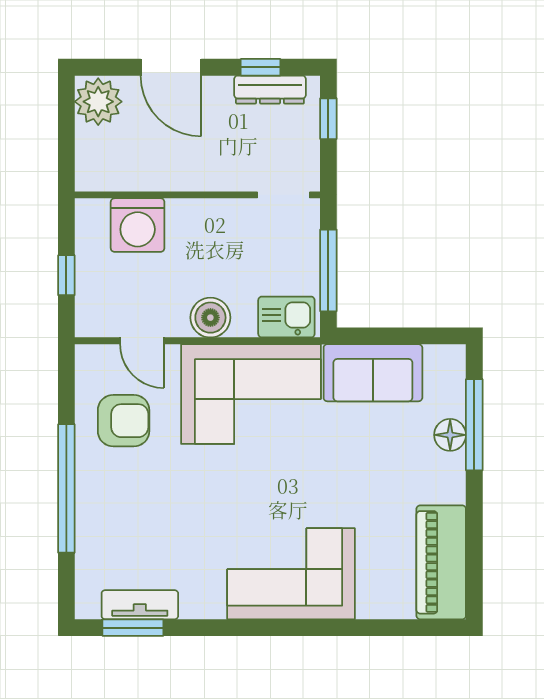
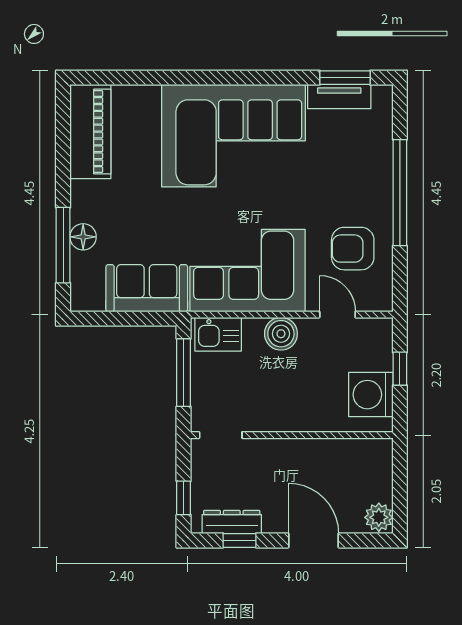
plant: (98, 102) -> (379, 517), width x0.73, depth x0.73
washing machine: (138, 225) -> (371, 395), moved, turned -90
corner sofa: (291, 574) -> (233, 136), width x1.36, depth x1.36

